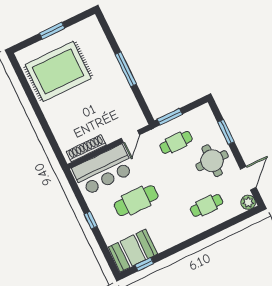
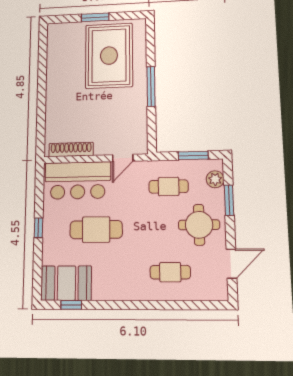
rug: (58, 71) -> (109, 56), moved, turned 90
window: (170, 117) -> (193, 155), moved
plant: (248, 202) -> (215, 179), moved

